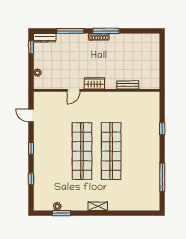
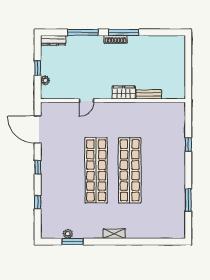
window: (31, 47) -> (38, 68), moved
wardrobe: (94, 83) -> (124, 93), moved
door: (31, 115) -> (38, 129), width x1.87
window: (162, 177) -> (188, 200), width x0.69

